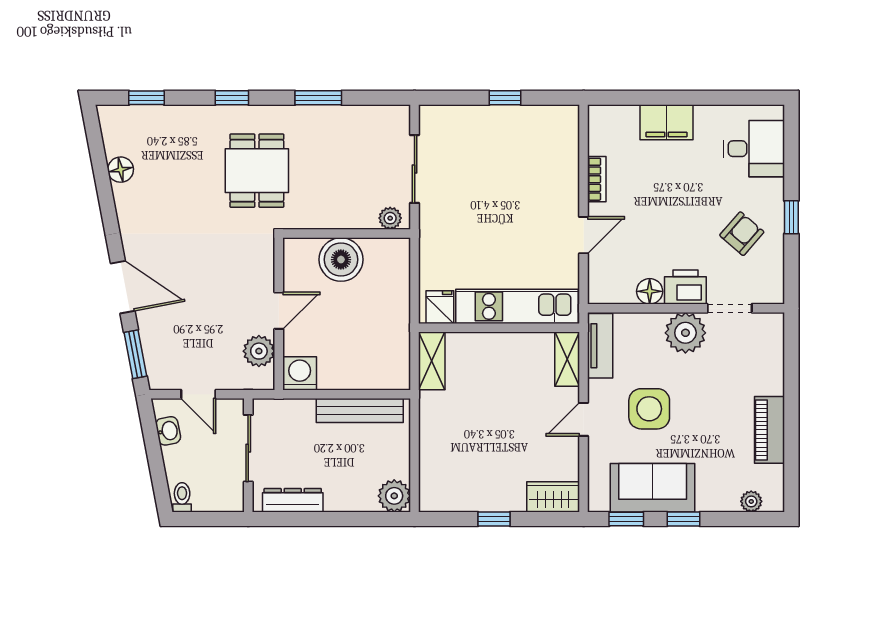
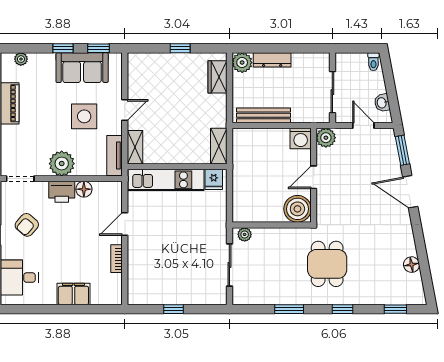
boiler: (341, 260) -> (297, 209), moved
doorway: (730, 308) -> (20, 179), moved
plant: (259, 351) -> (326, 138), moved
wardrobe: (553, 497) -> (217, 77), moved, turned 90
dresser: (293, 500) -> (272, 60), moved

